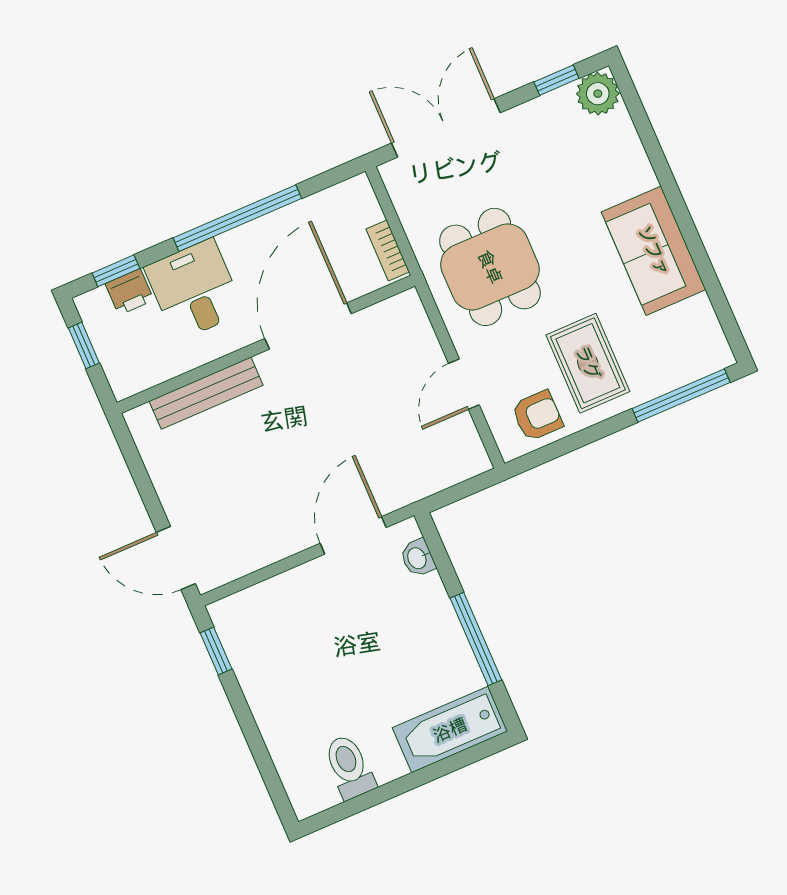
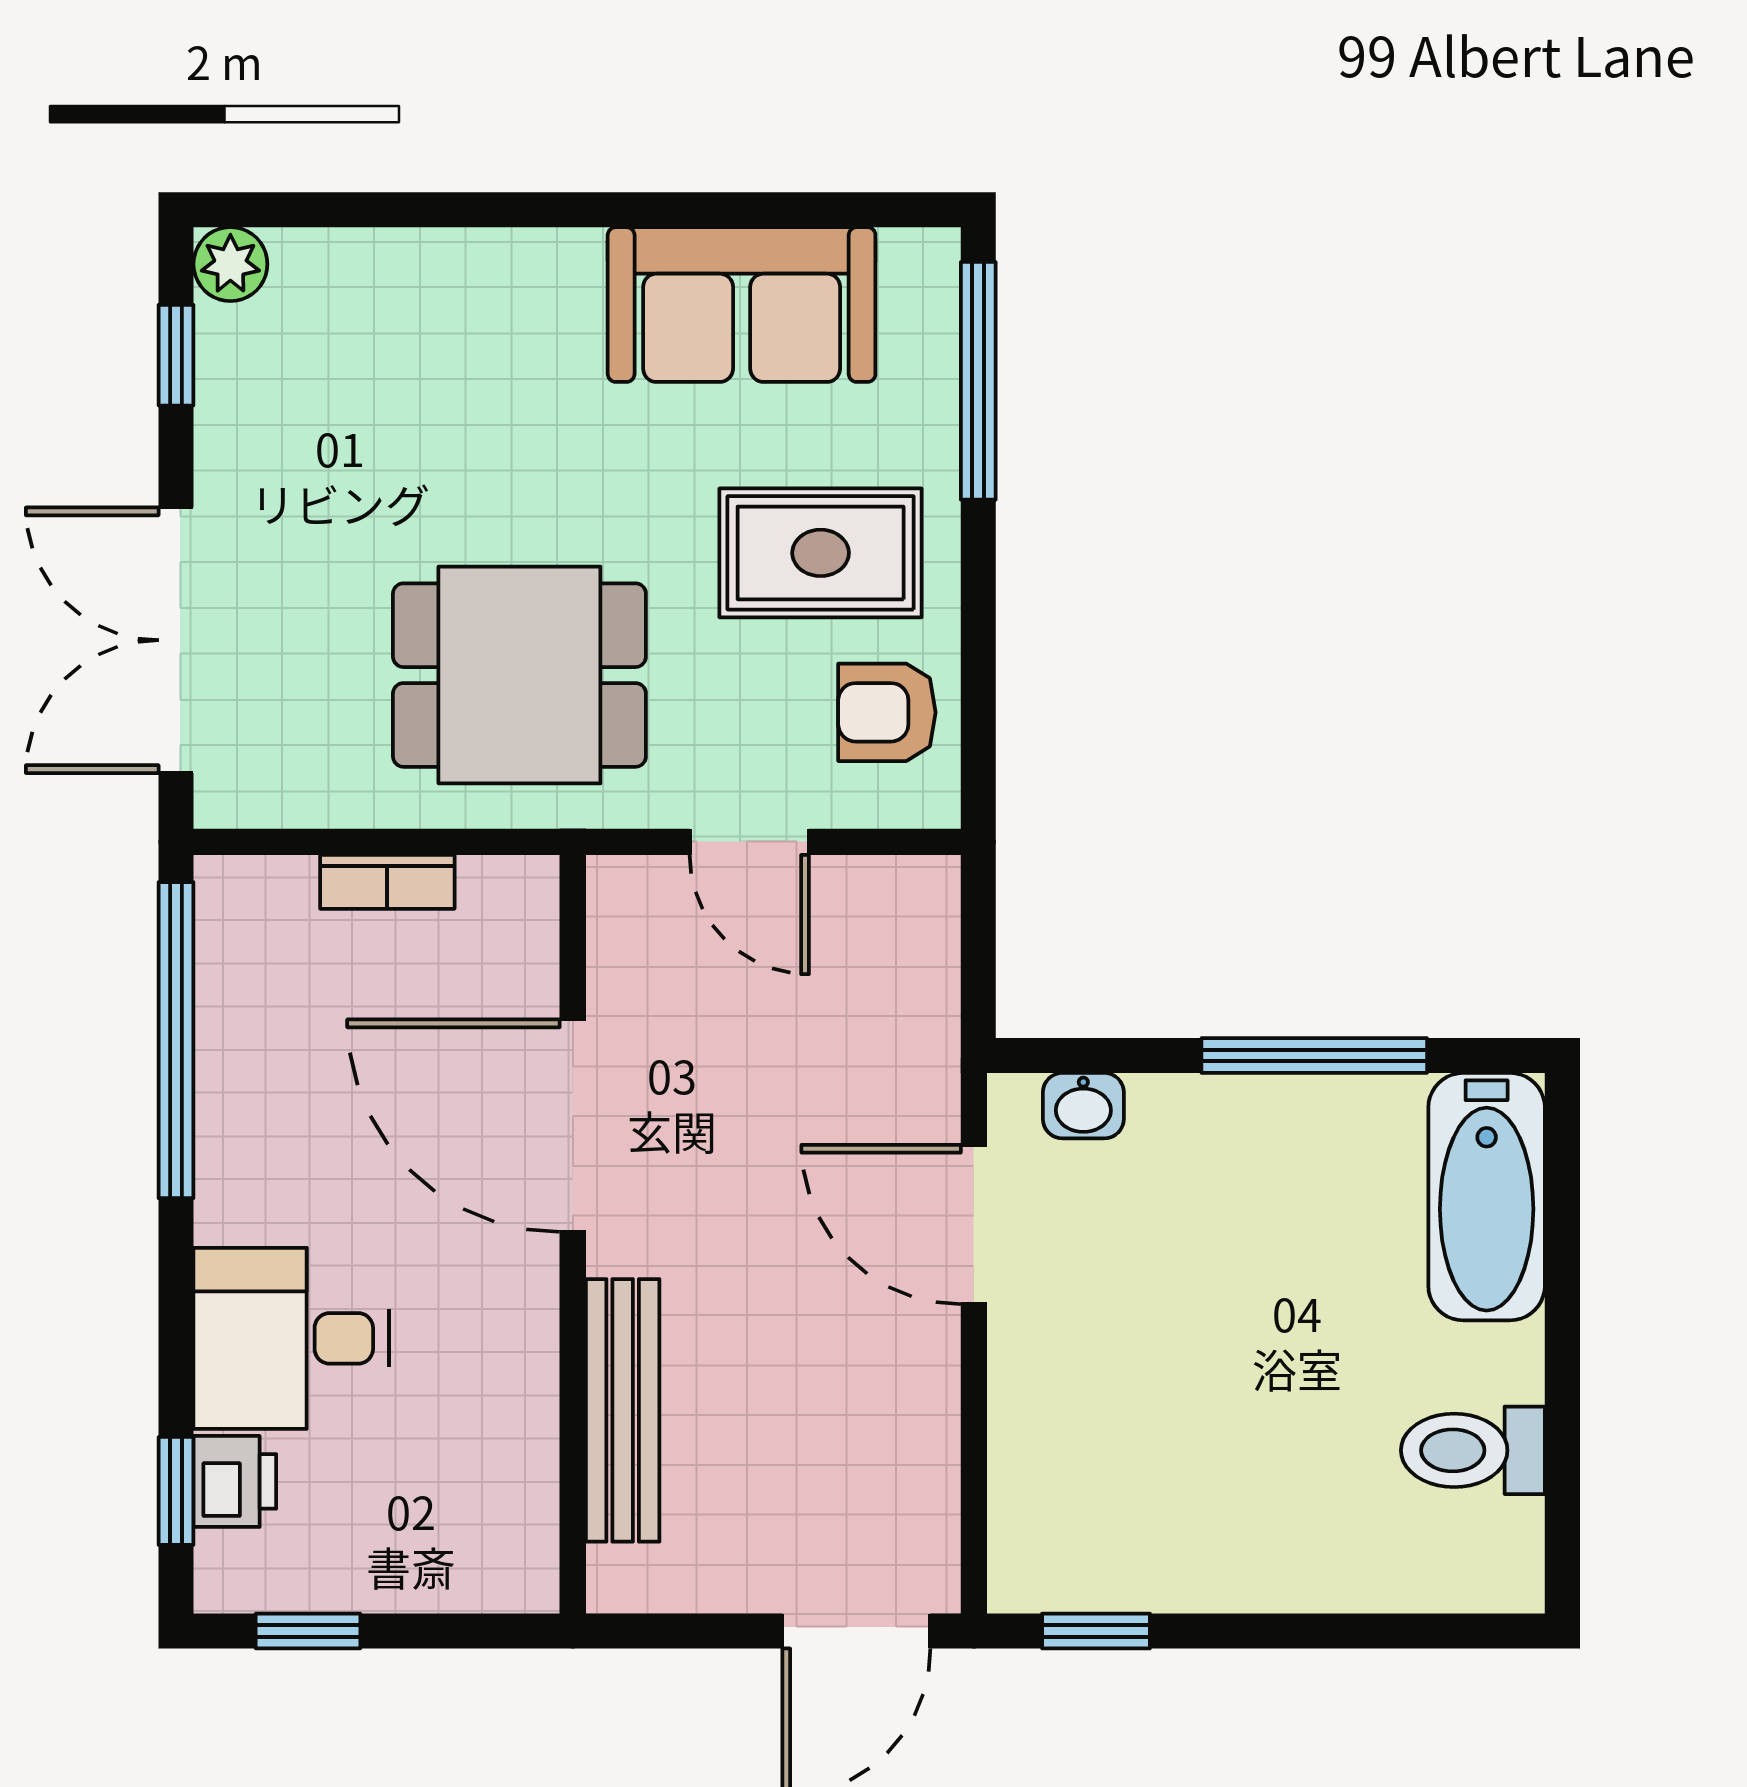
plant: (598, 94) -> (230, 264), width x0.73, depth x0.73
window: (237, 218) -> (176, 1040), moved
sofa: (654, 251) -> (742, 305), moved
door: (308, 326) -> (573, 1126), moved
wall: (266, 344) -> (573, 1234), moved
bench: (206, 393) -> (623, 1410), moved
armchair: (537, 416) -> (887, 712), turned -90

